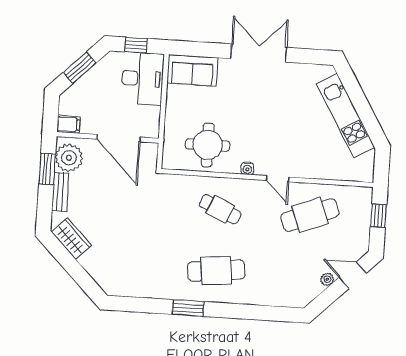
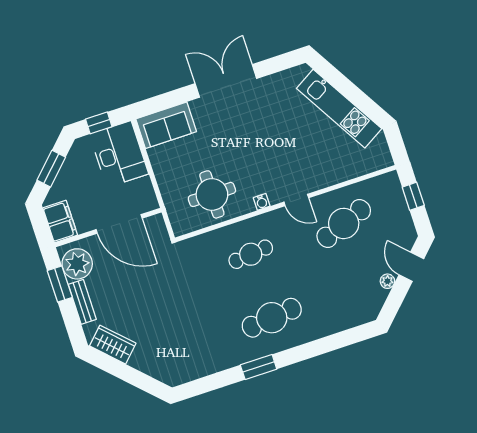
filing cabinet: (68, 124) -> (60, 222), width x2.00
cafe table: (220, 209) -> (251, 254), turned -30
door: (353, 275) -> (411, 267), hinge flipped

